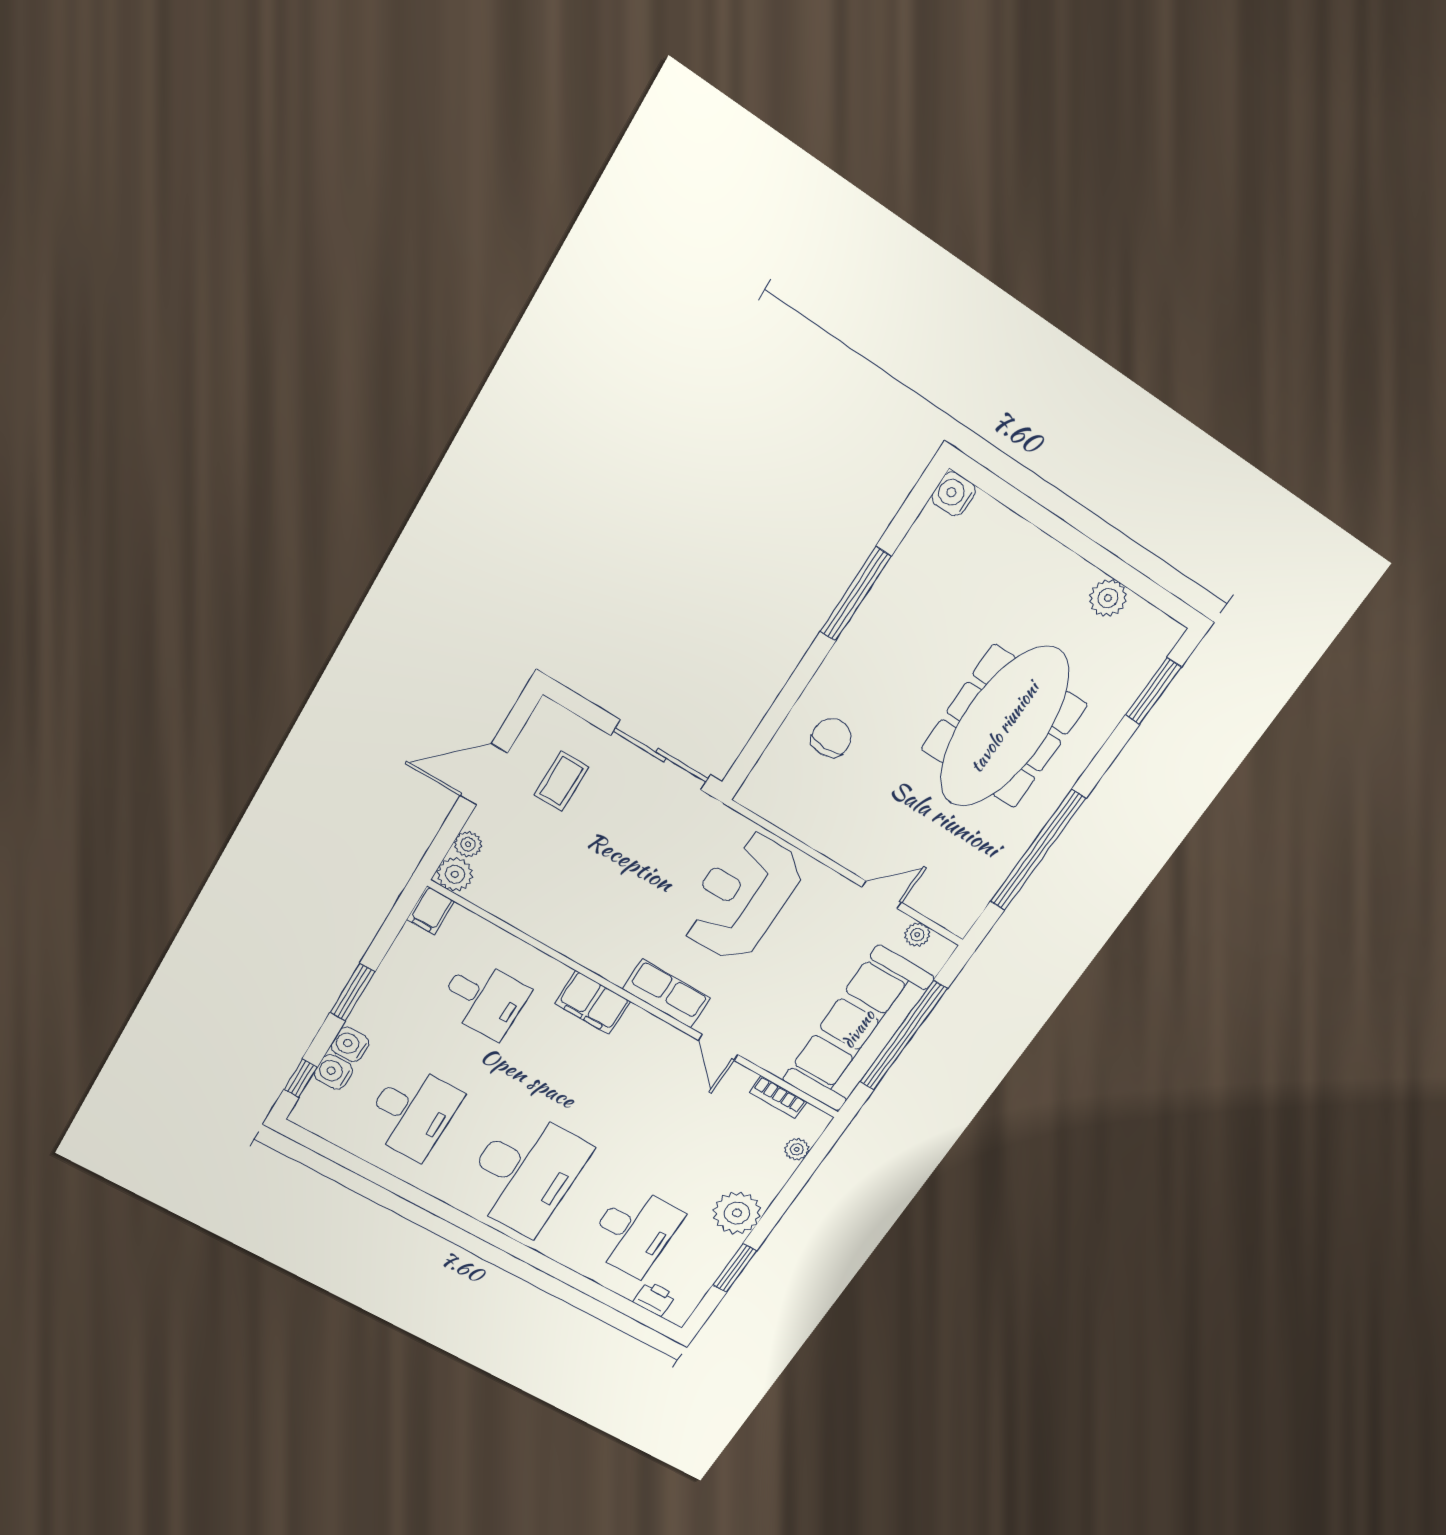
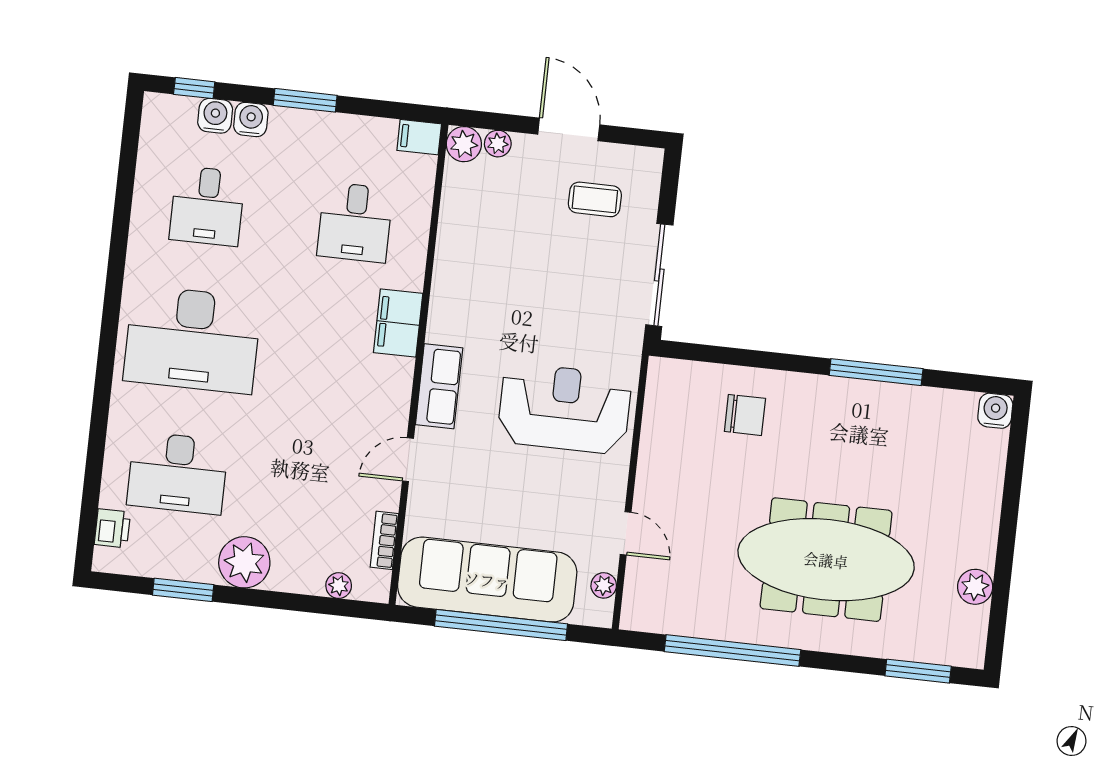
desk: (412, 1112) -> (207, 206), width x0.73

